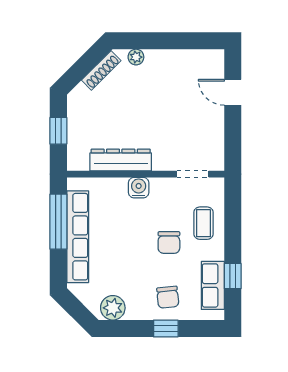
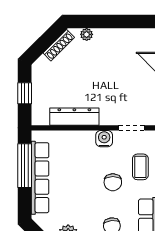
water cooler: (139, 188) -> (104, 139), moved

